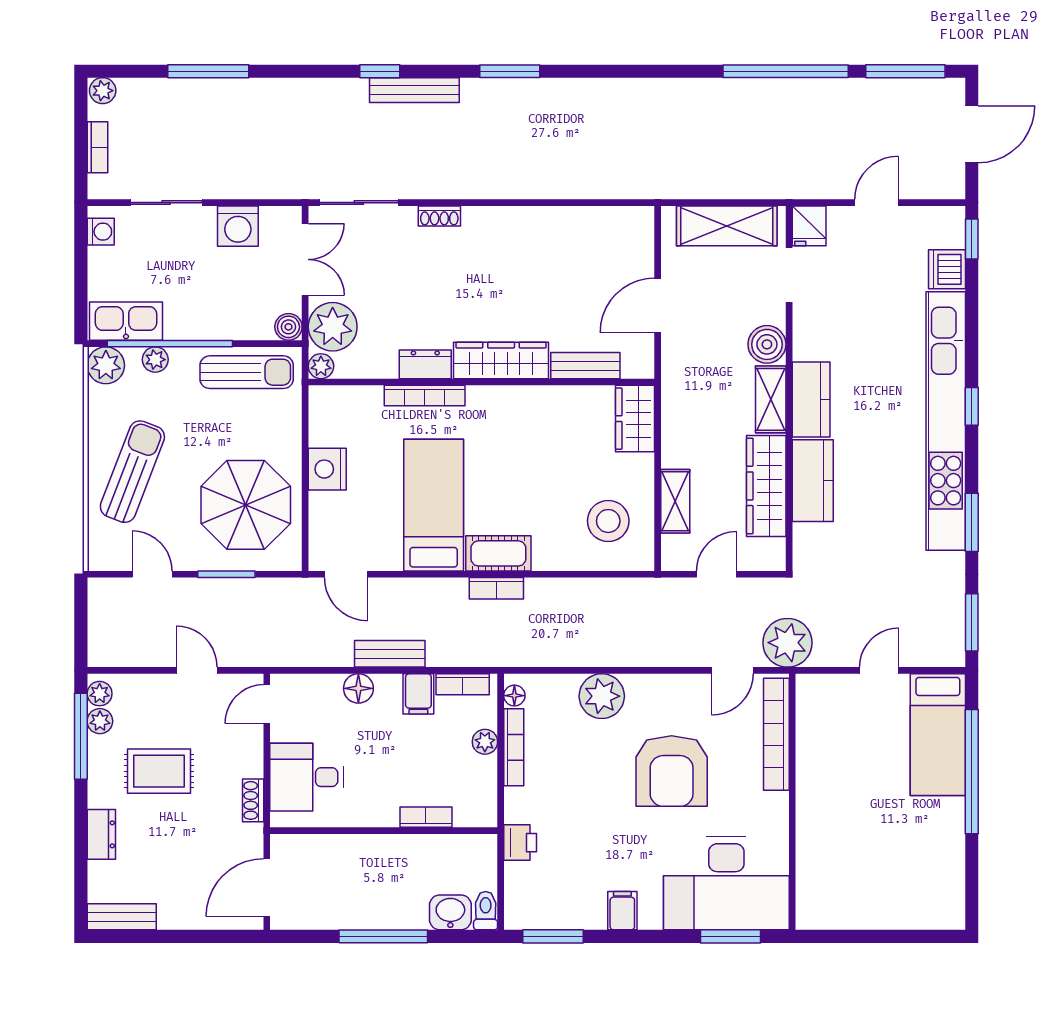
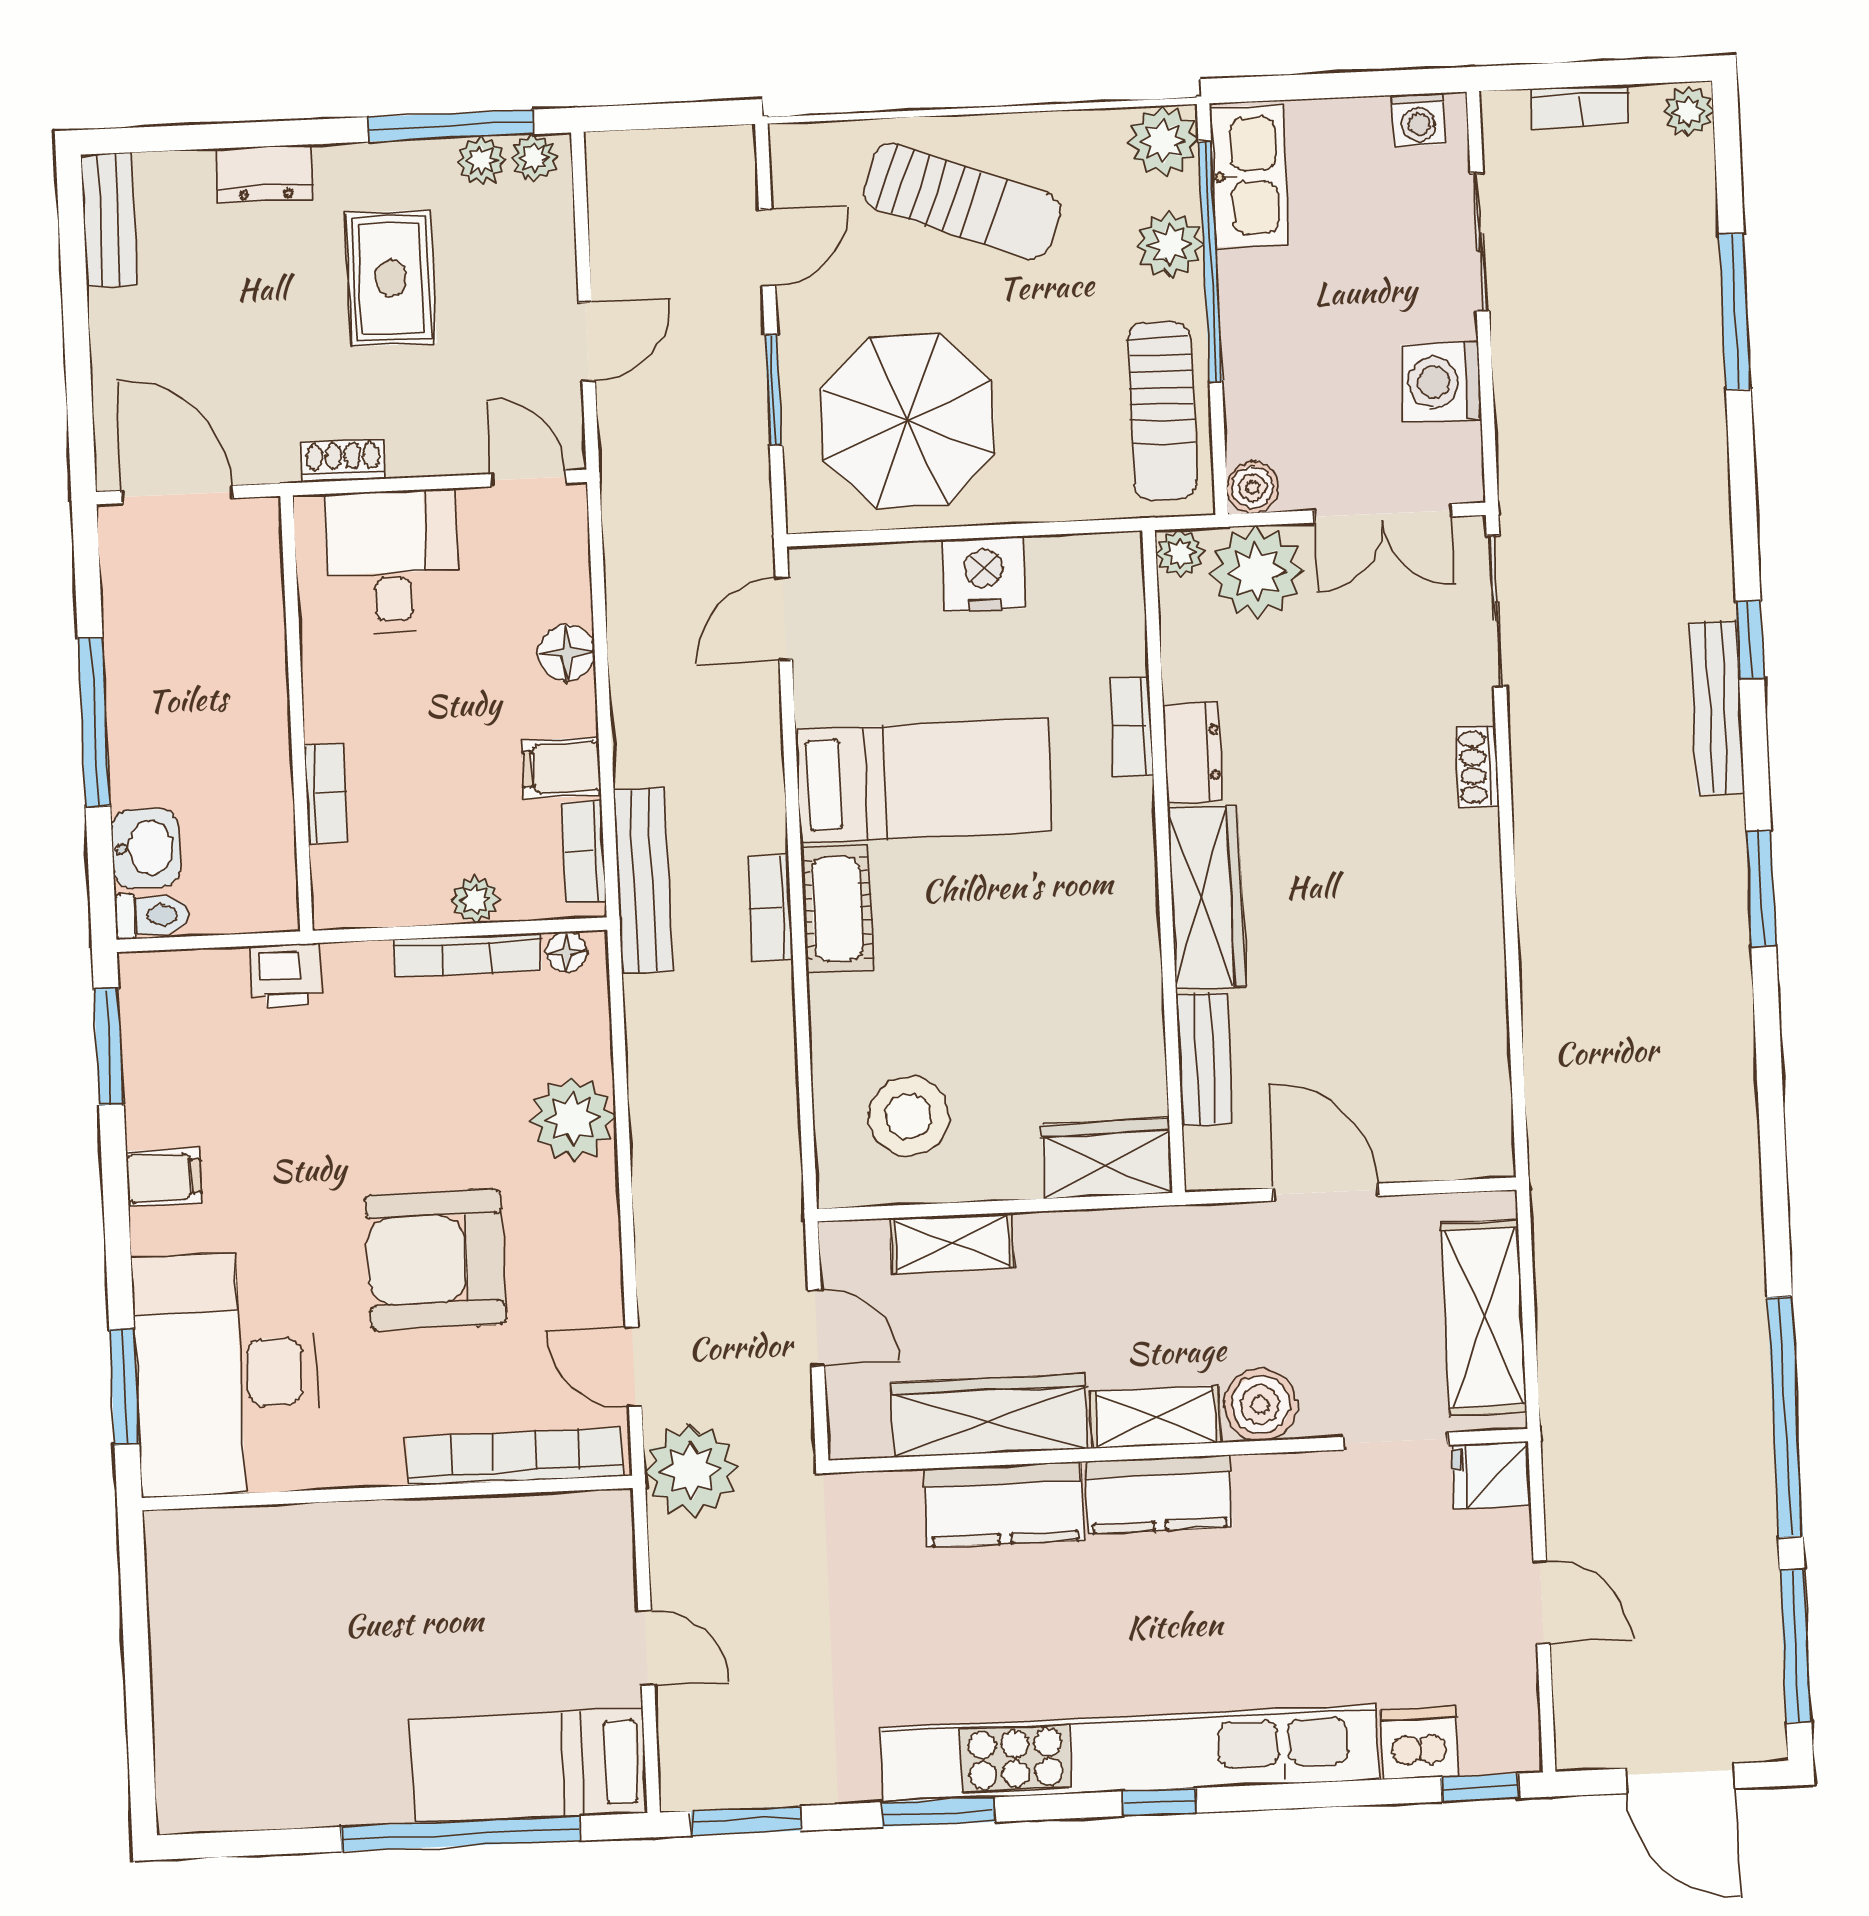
plant: (155, 360) -> (1170, 245), width x1.38, depth x1.38
bookcase: (425, 396) -> (1132, 726), width x0.64
bench: (390, 654) -> (643, 881), moved, width x1.36

